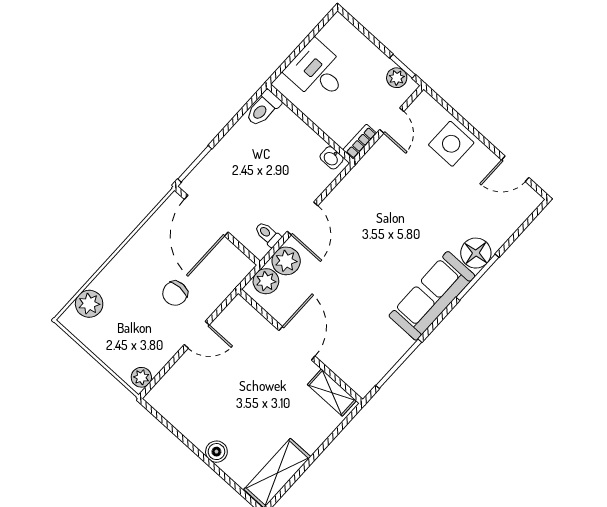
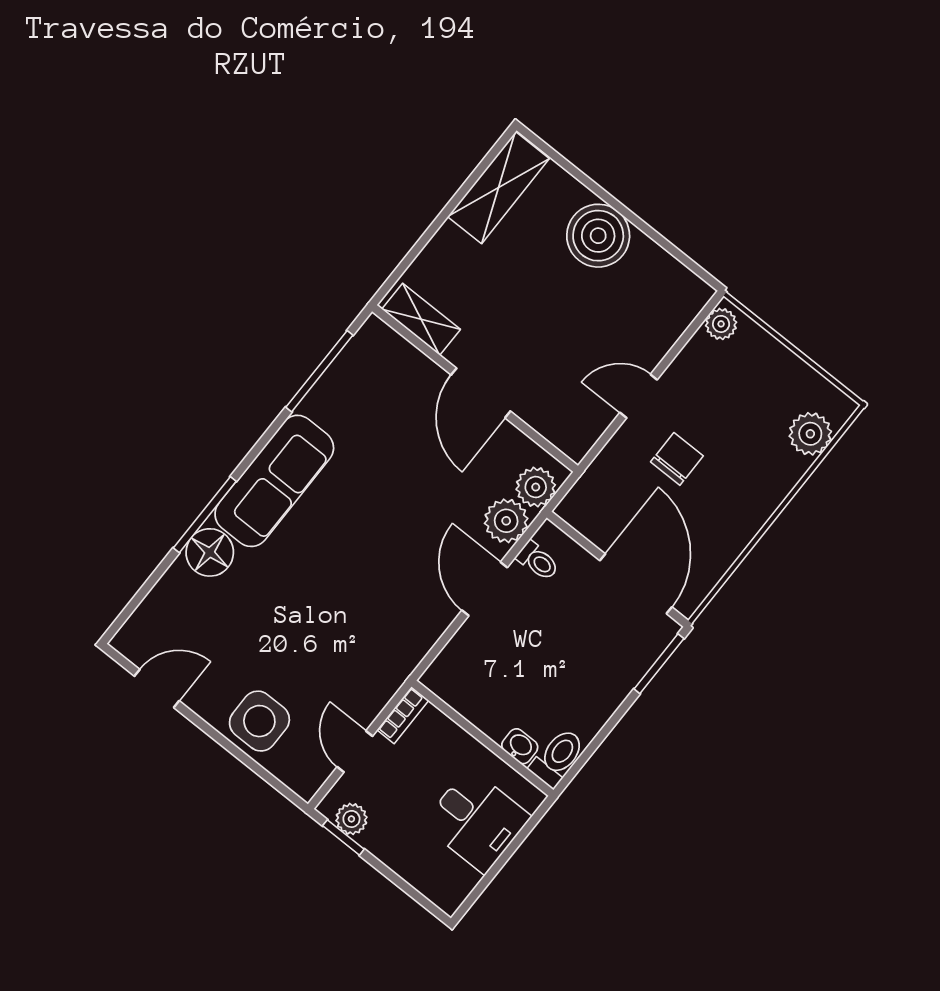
washbasin: (332, 158) -> (520, 746), moved
boiler: (216, 452) -> (598, 236), width x1.86, depth x1.86

